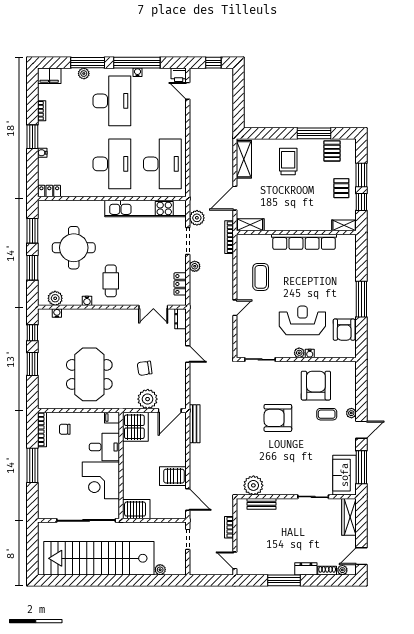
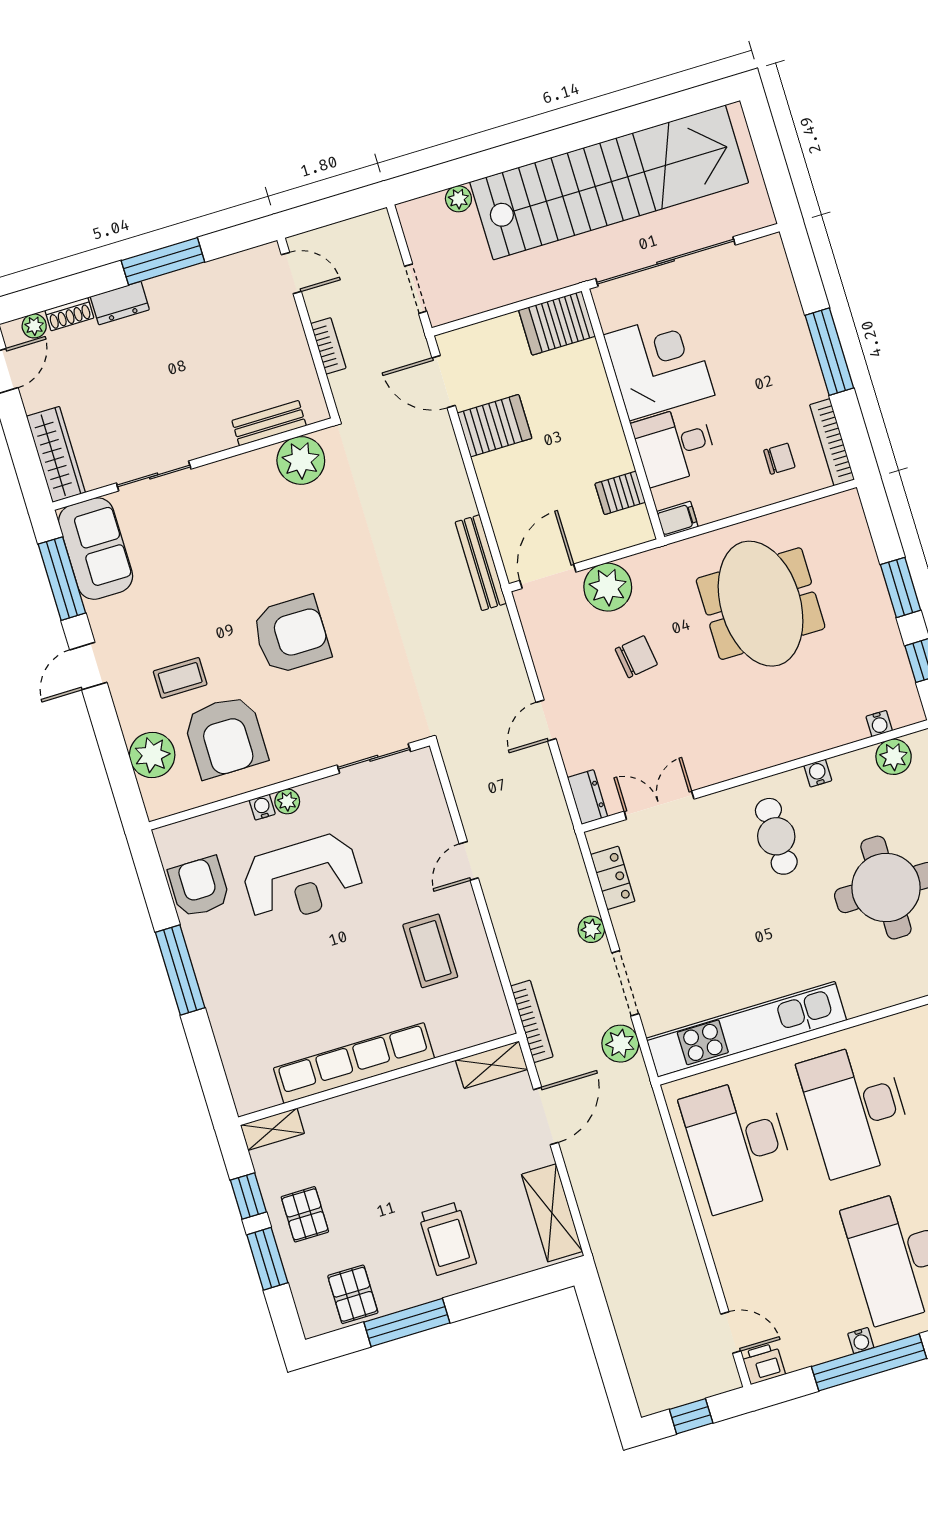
door: (188, 354) -> (546, 720), hinge flipped
plant: (351, 413) -> (152, 755), moved, width x1.88, depth x1.88
server rack: (135, 427) -> (620, 493), width x0.46, depth x0.70

